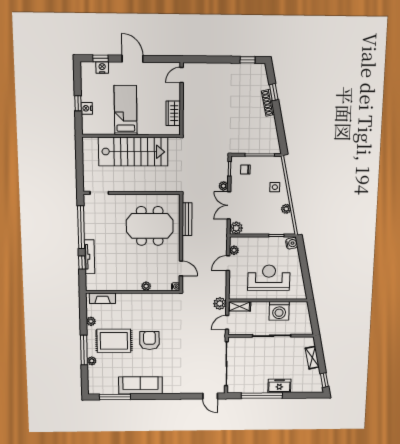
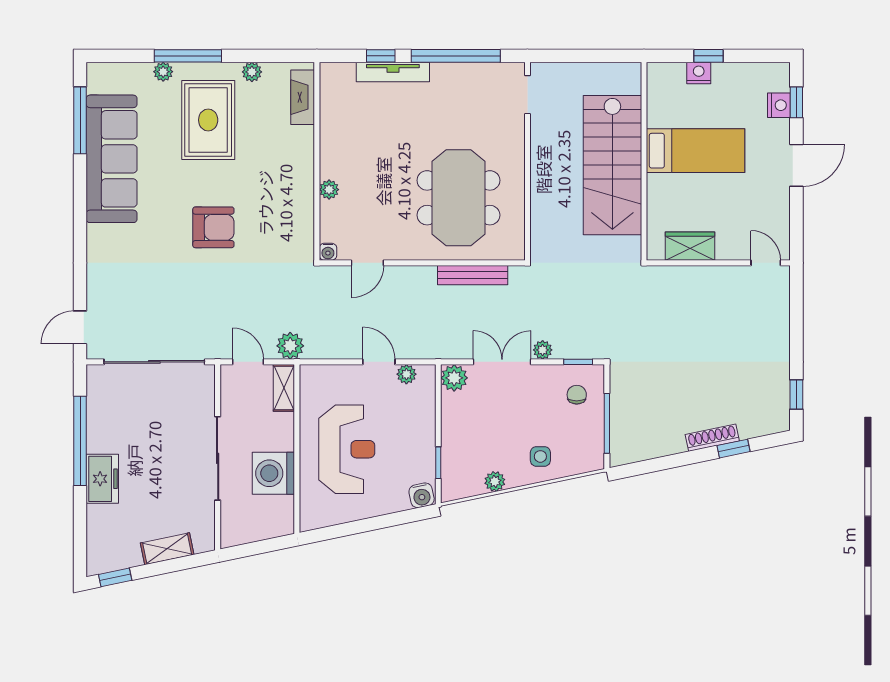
armchair: (149, 340) -> (213, 227), moved
sofa: (140, 385) -> (112, 159), width x1.36, depth x1.27

